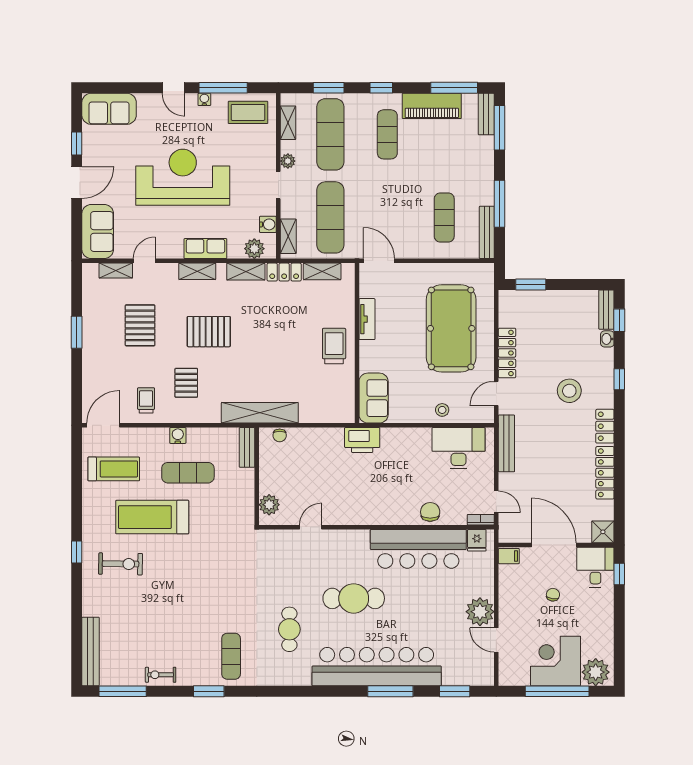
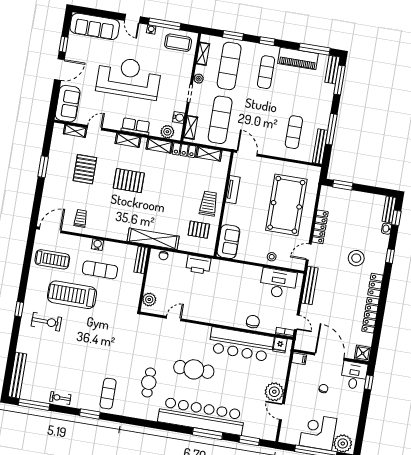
sofa: (109, 109) -> (95, 26), width x1.36
pallet: (186, 383) -> (199, 230), moved, turned 90
printer: (362, 440) -> (198, 265), moved

